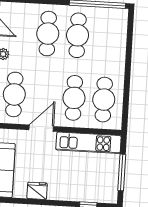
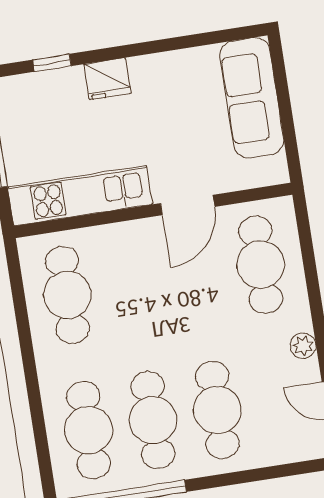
cafe table: (74, 98) -> (89, 430), moved
fridge: (37, 191) -> (107, 79), moved

